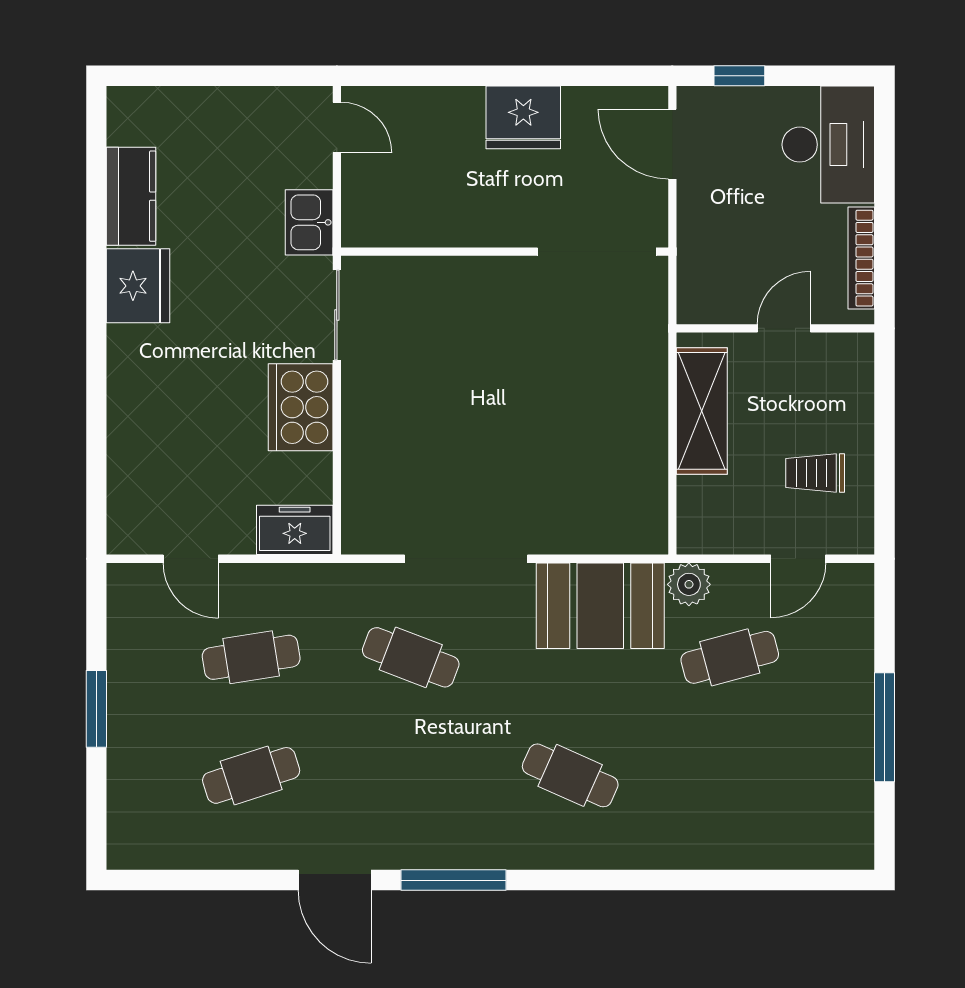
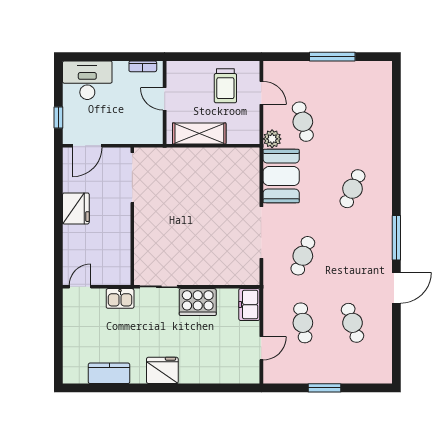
bookcase: (861, 258) -> (143, 66), width x0.64
fridge: (138, 286) -> (162, 370), moved
trolley: (815, 473) -> (225, 86), width x1.36, depth x1.39

